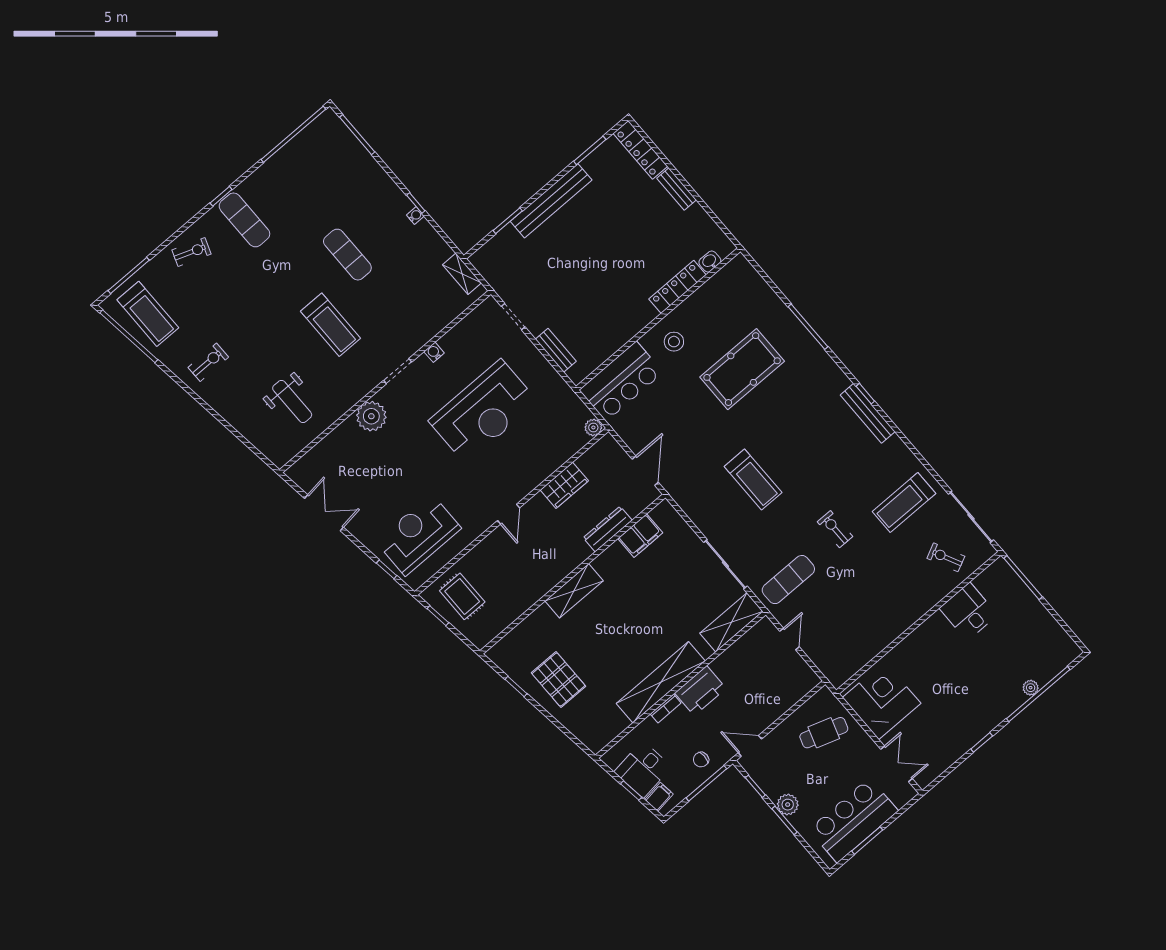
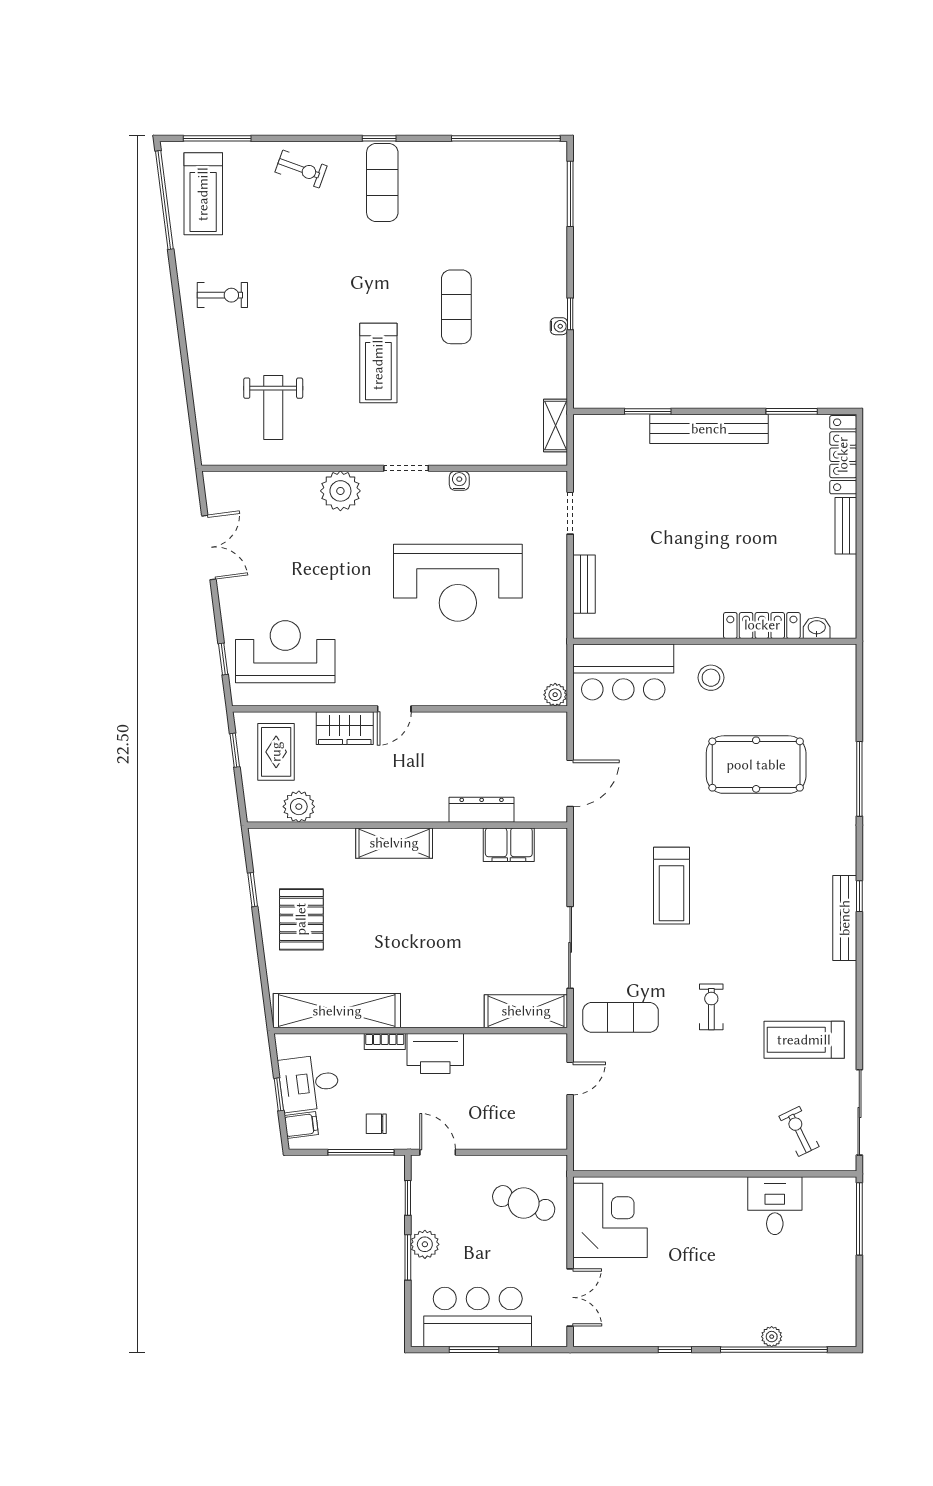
wardrobe: (564, 485) -> (345, 728), moved
plant: (502, 617) -> (299, 807), added
shelving: (661, 682) -> (337, 1011), moved

